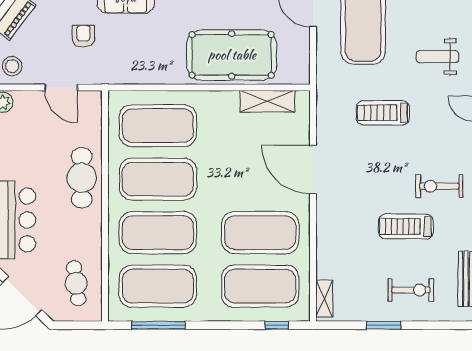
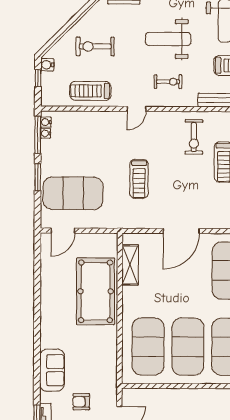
weight bench: (437, 57) -> (97, 138), removed
cafe table: (82, 178) -> (187, 403), removed

